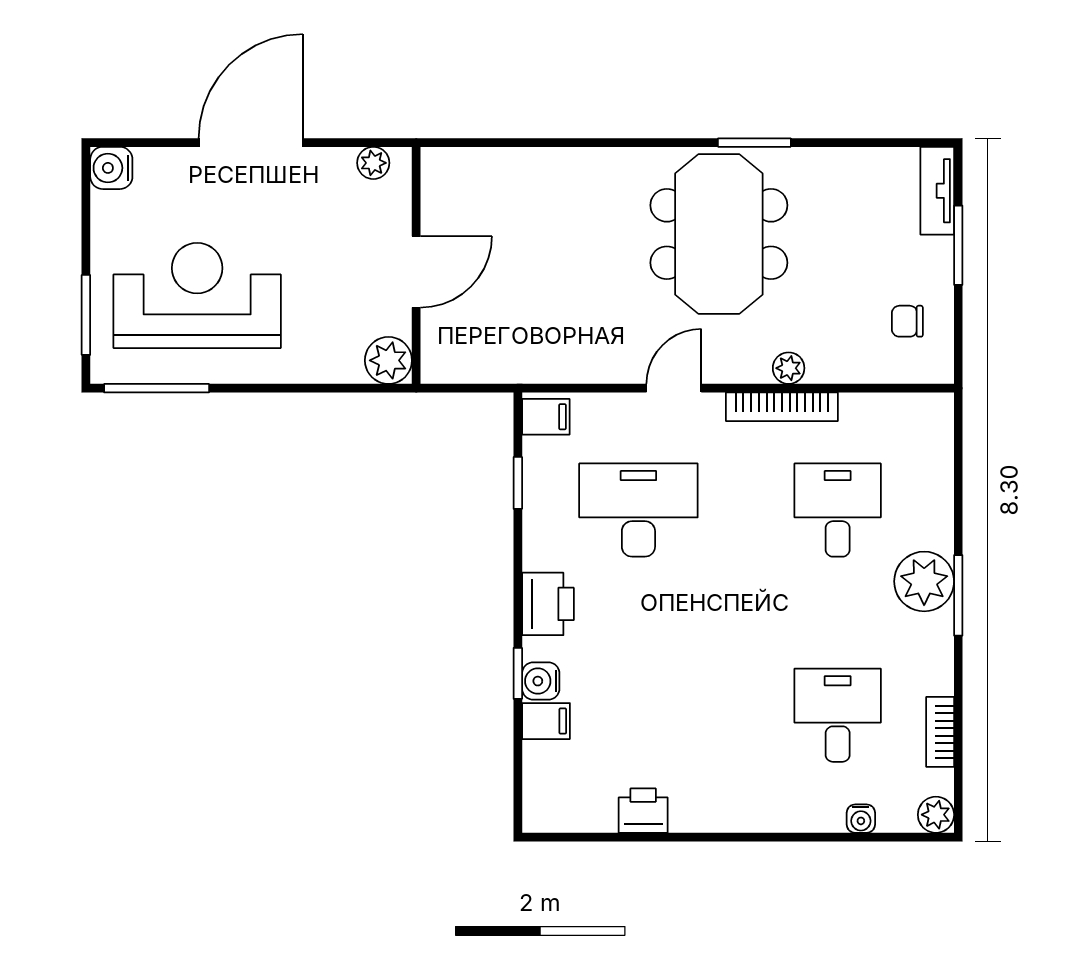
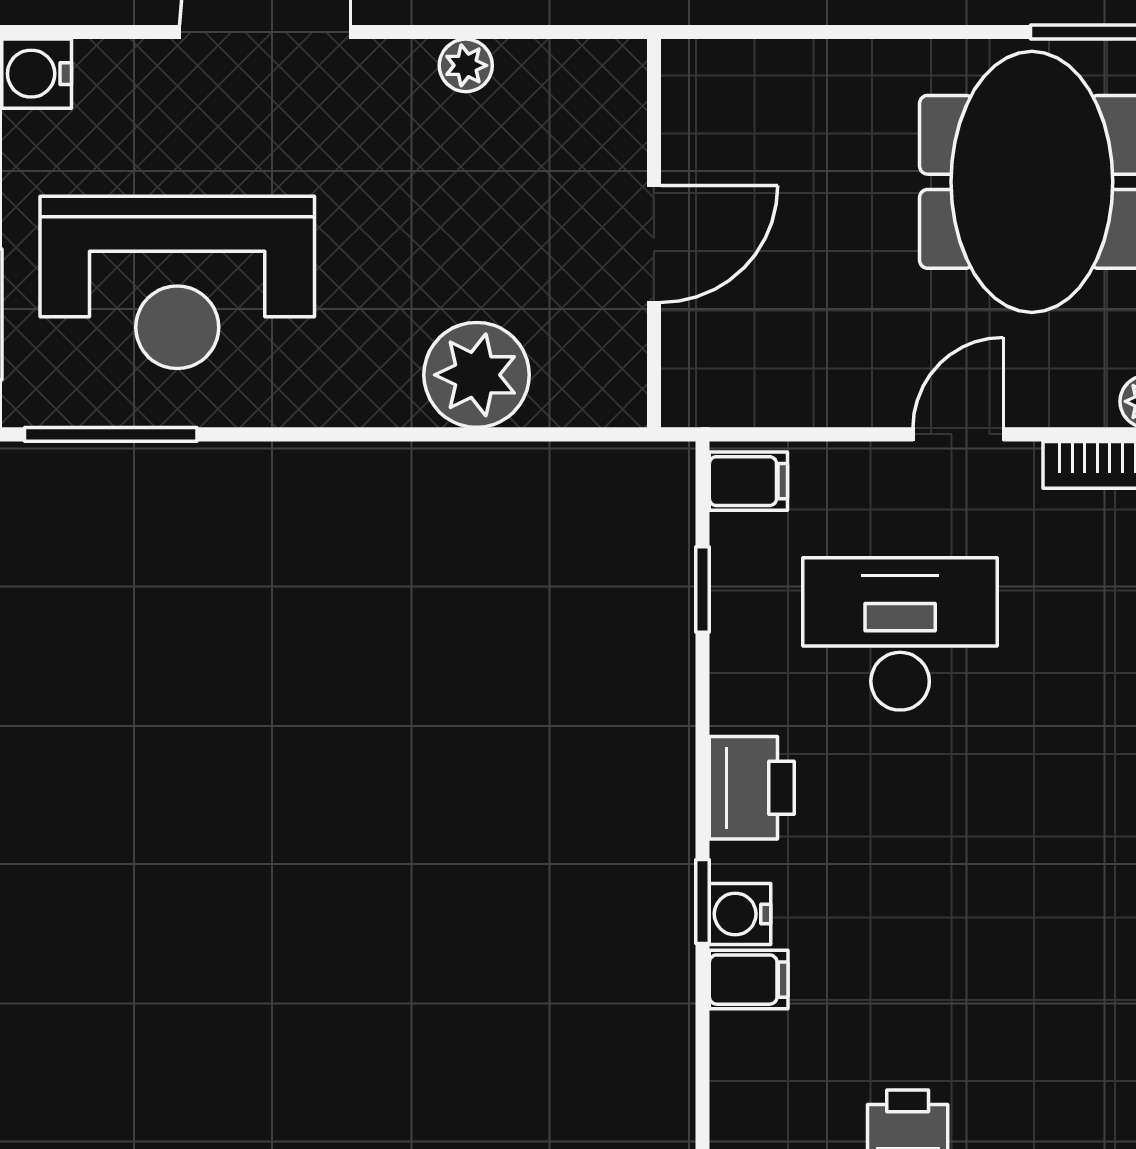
wall: (416, 265) -> (654, 233), moved
door: (416, 272) -> (654, 244), moved
reception desk: (197, 295) -> (177, 282), turned 180
plant: (388, 360) -> (477, 375), width x1.36, depth x1.36

